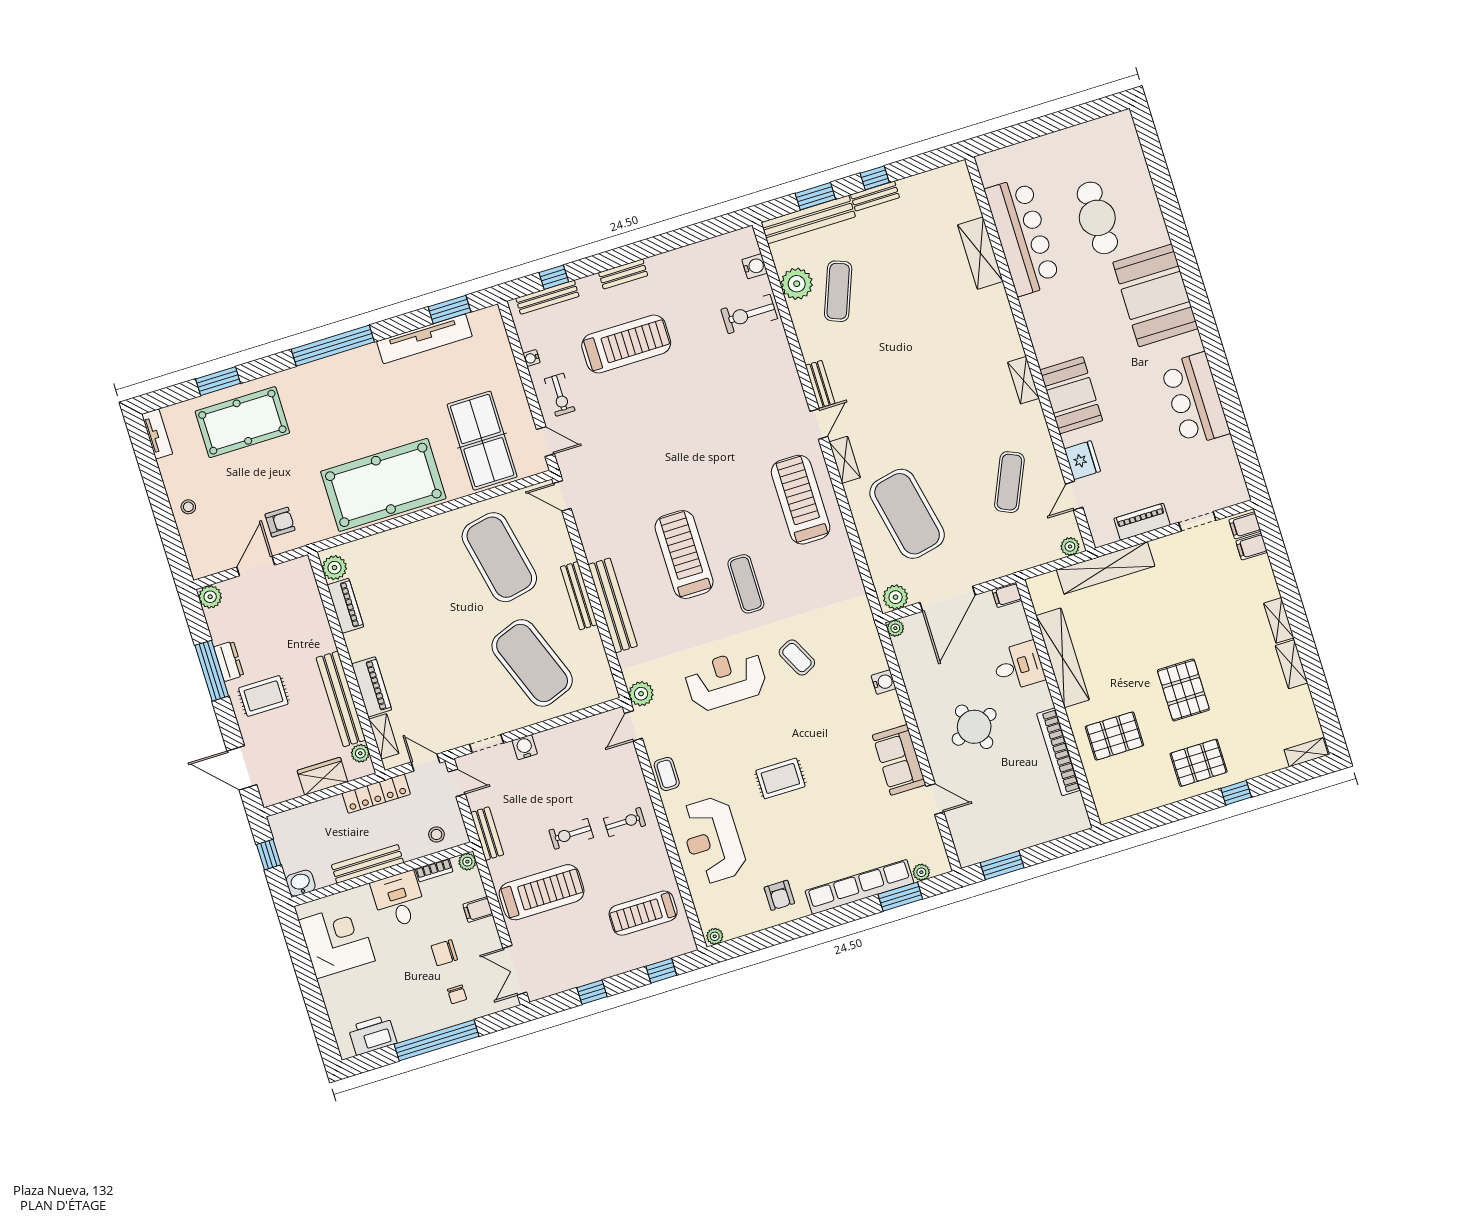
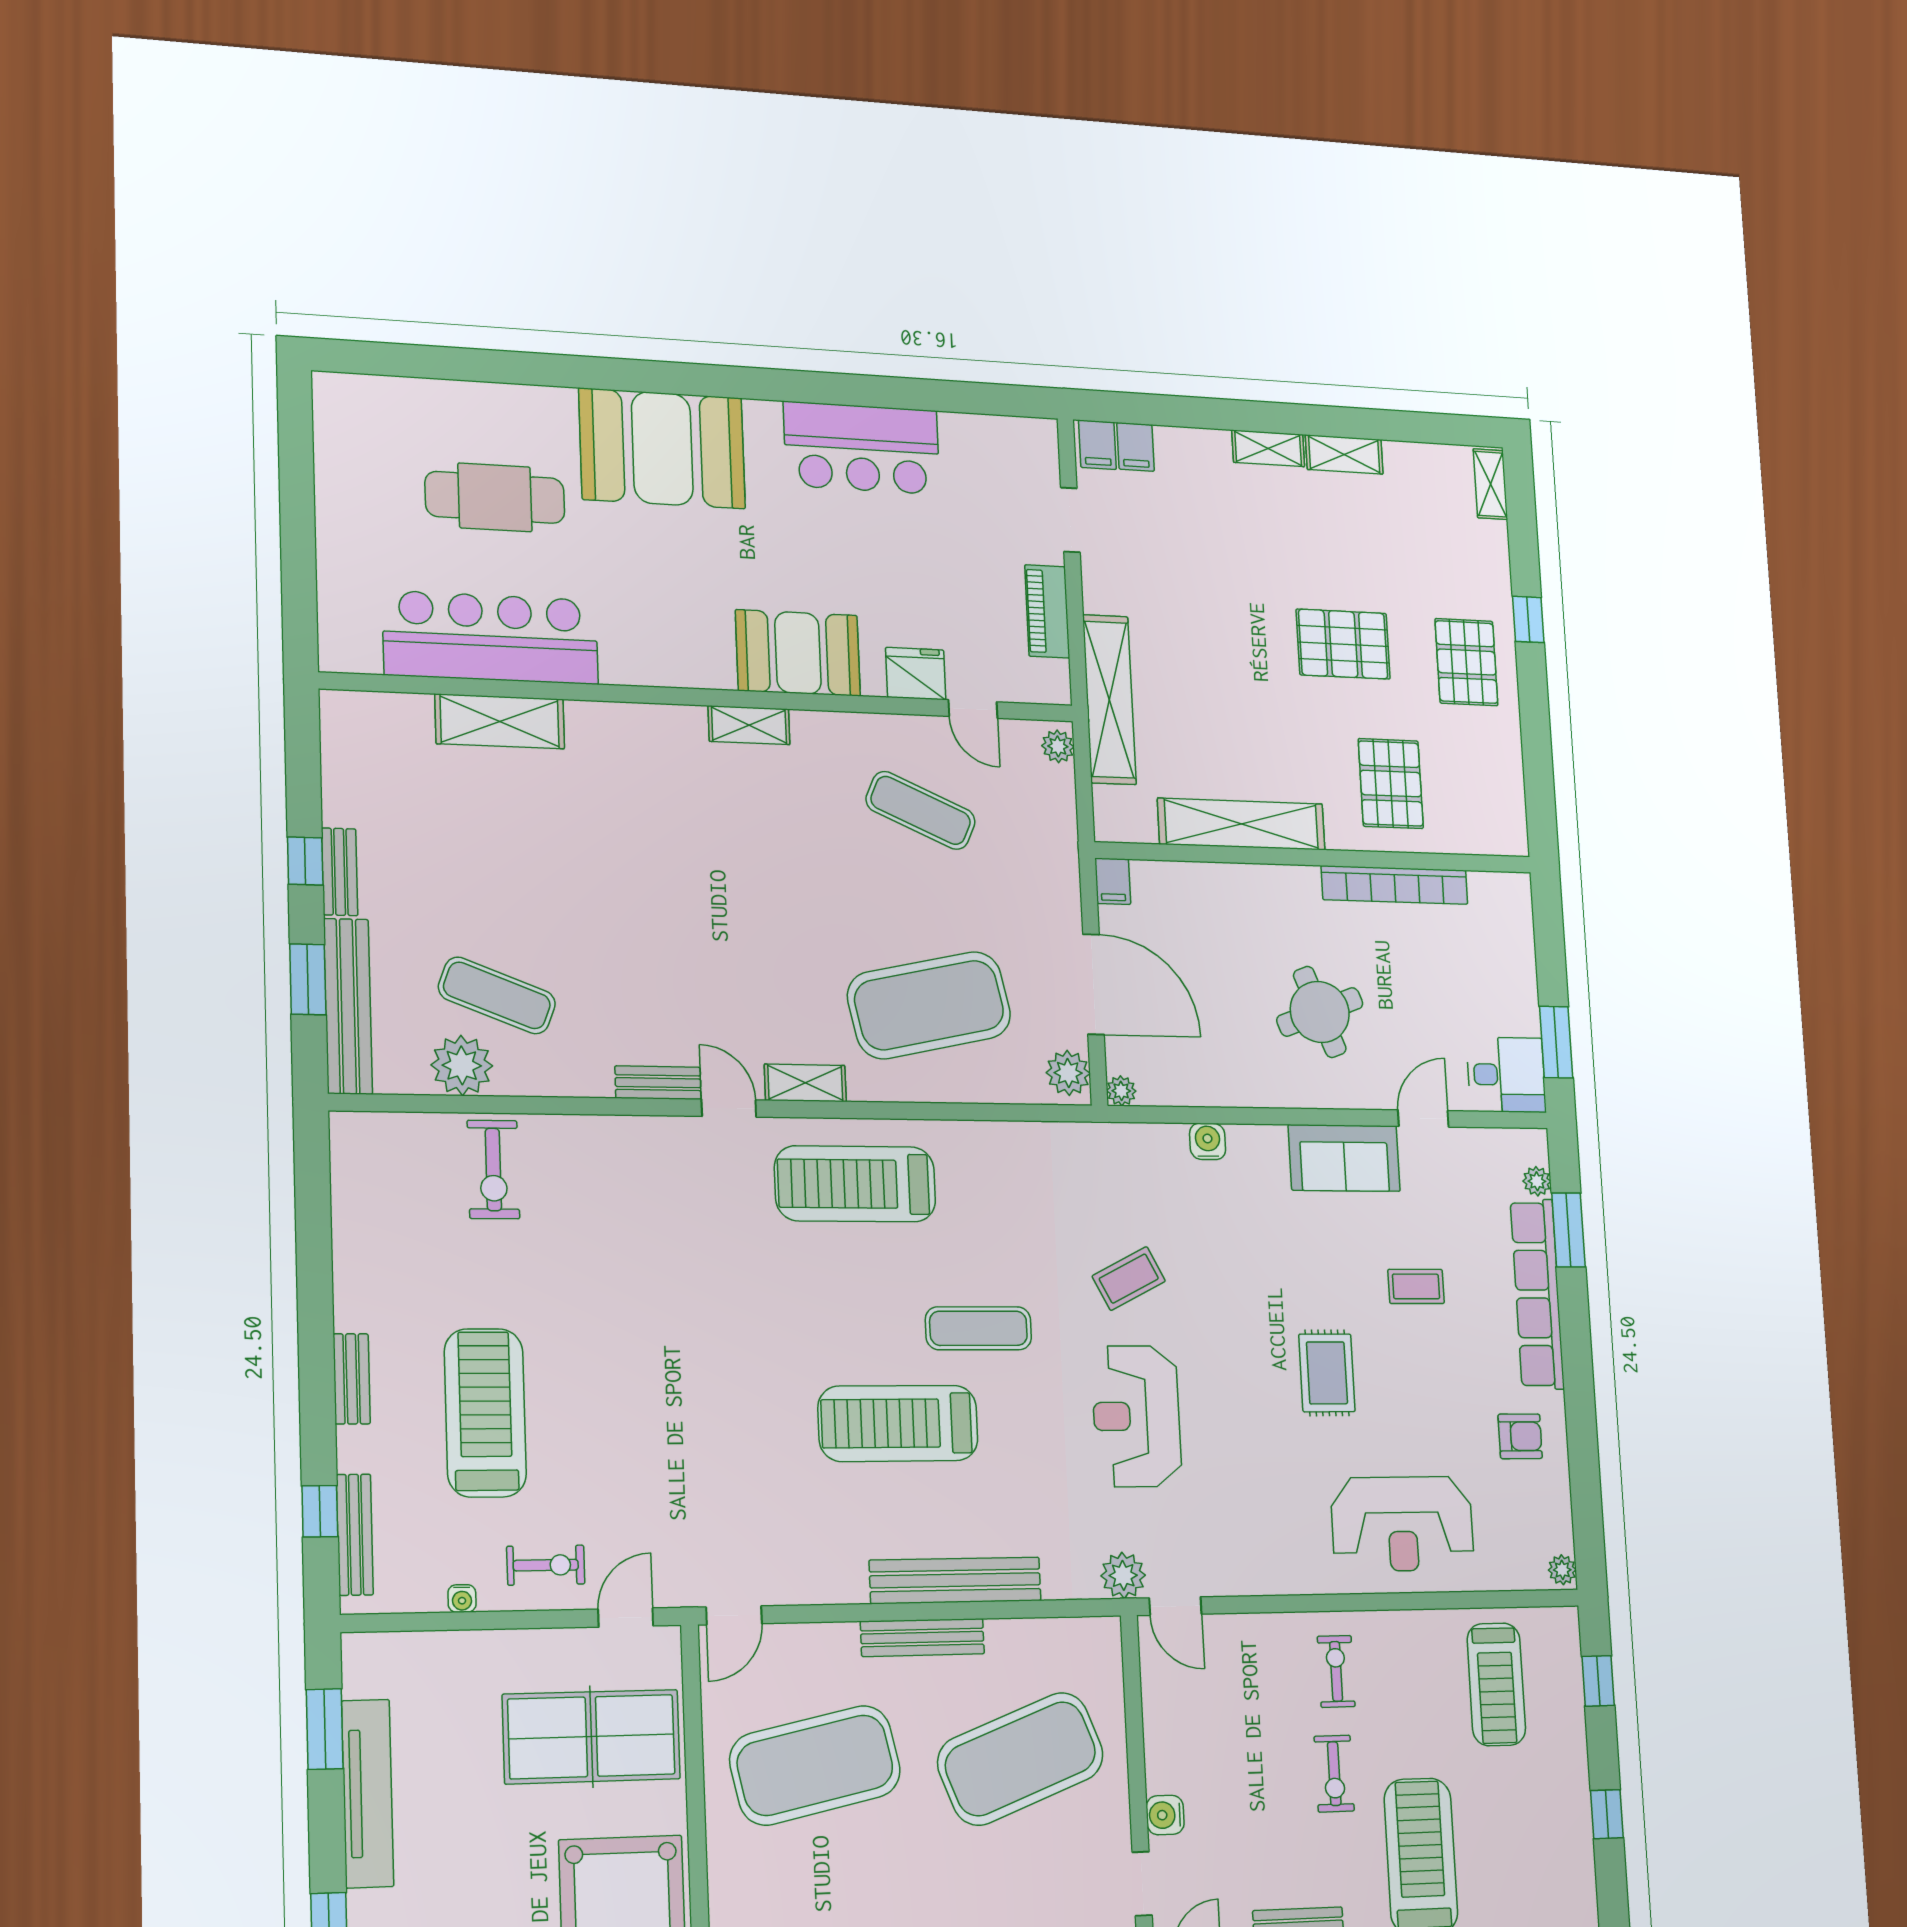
water cooler: (755, 266) -> (407, 1132), removed
desk: (1018, 666) -> (1506, 1075), moved, turned 90
coffee table: (667, 774) -> (1416, 1286), moved

